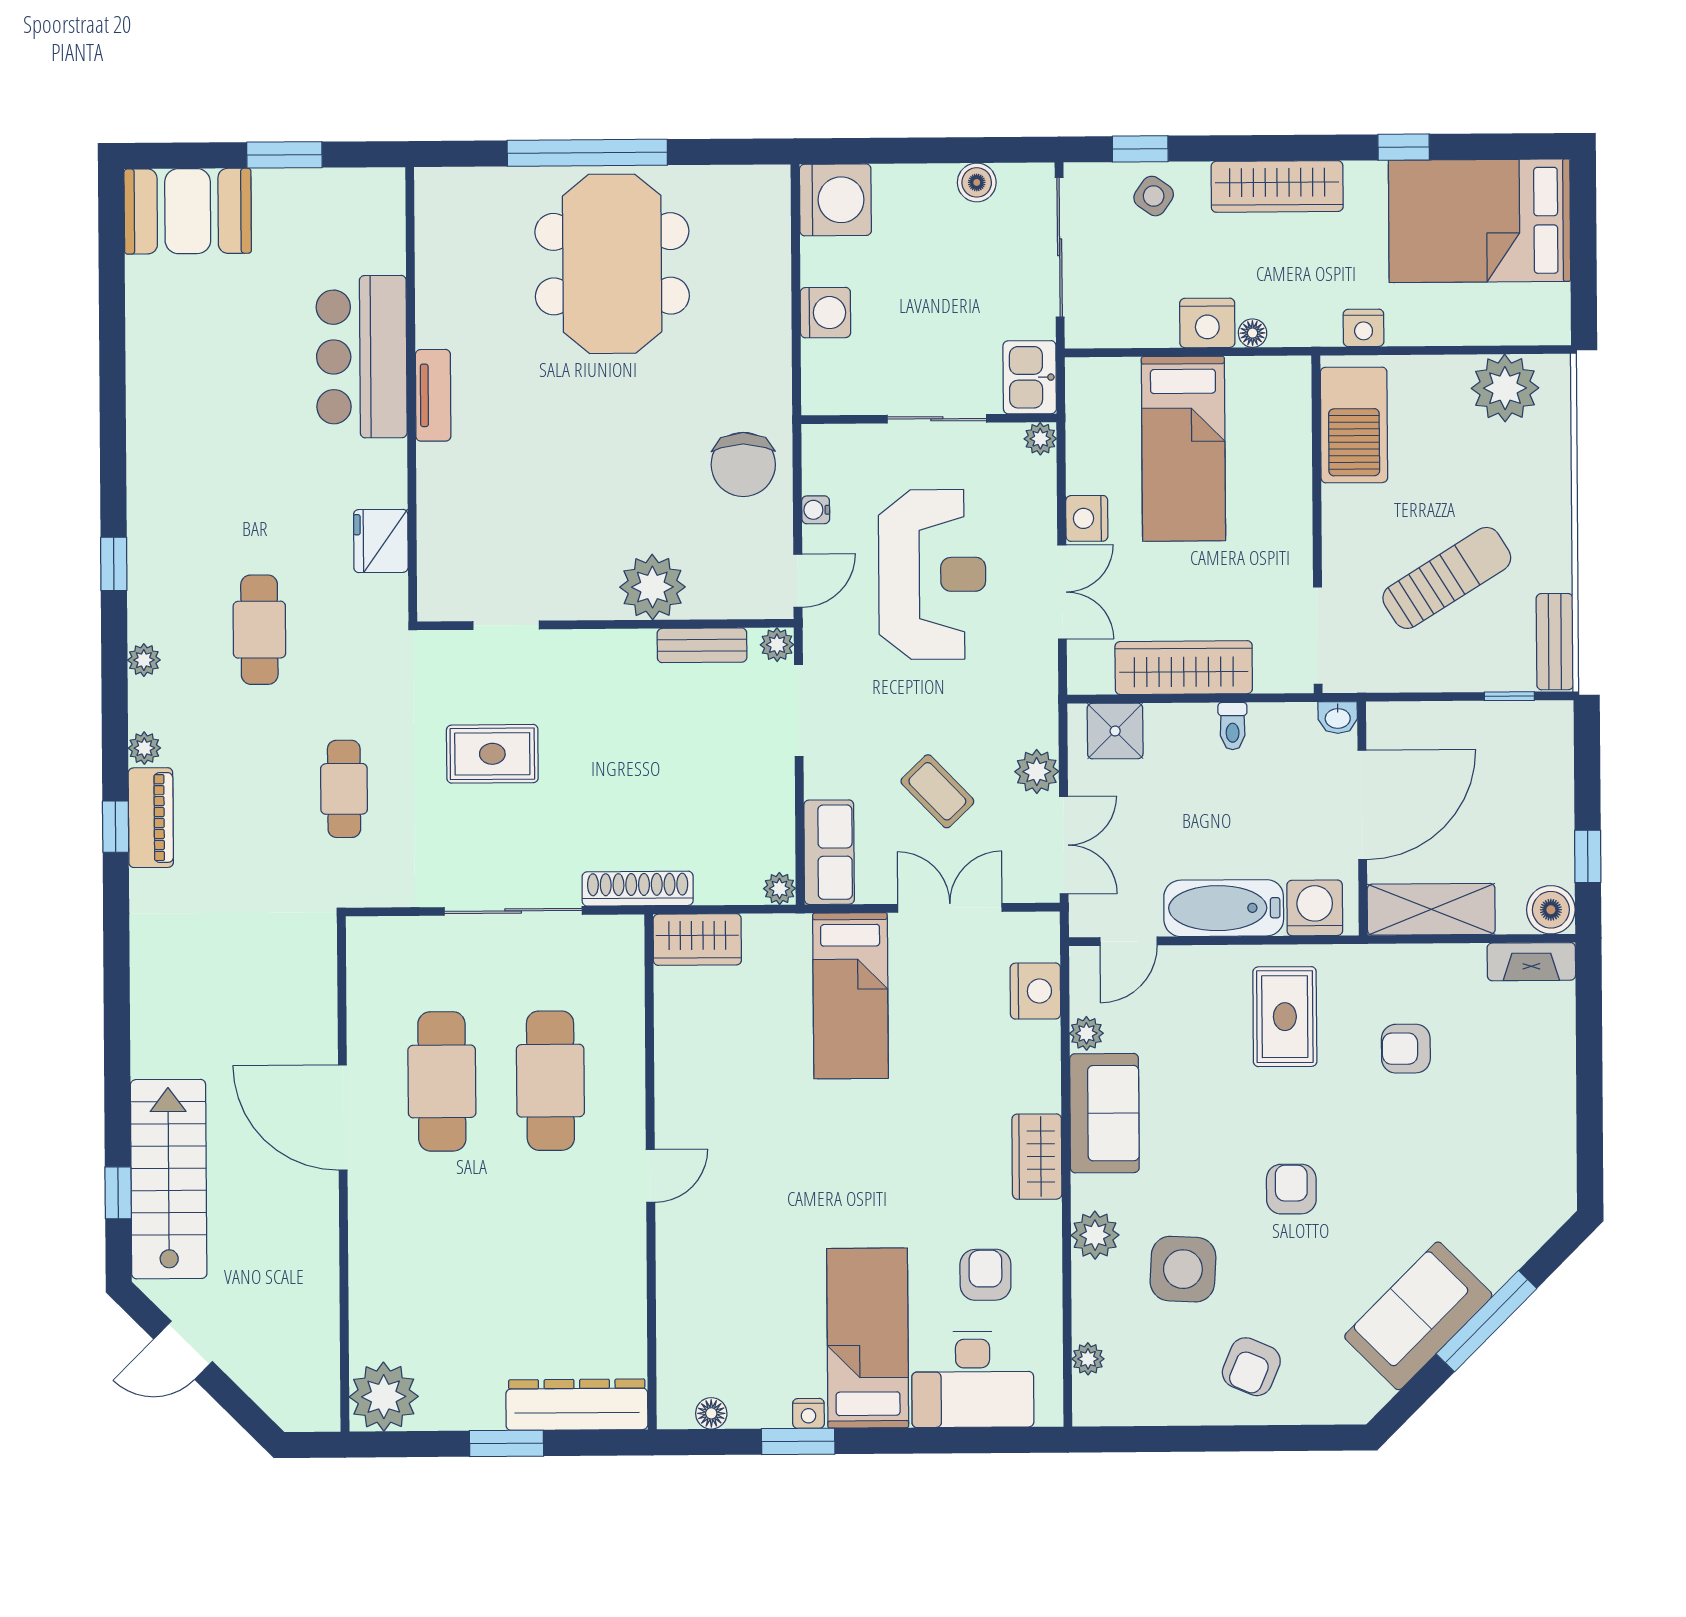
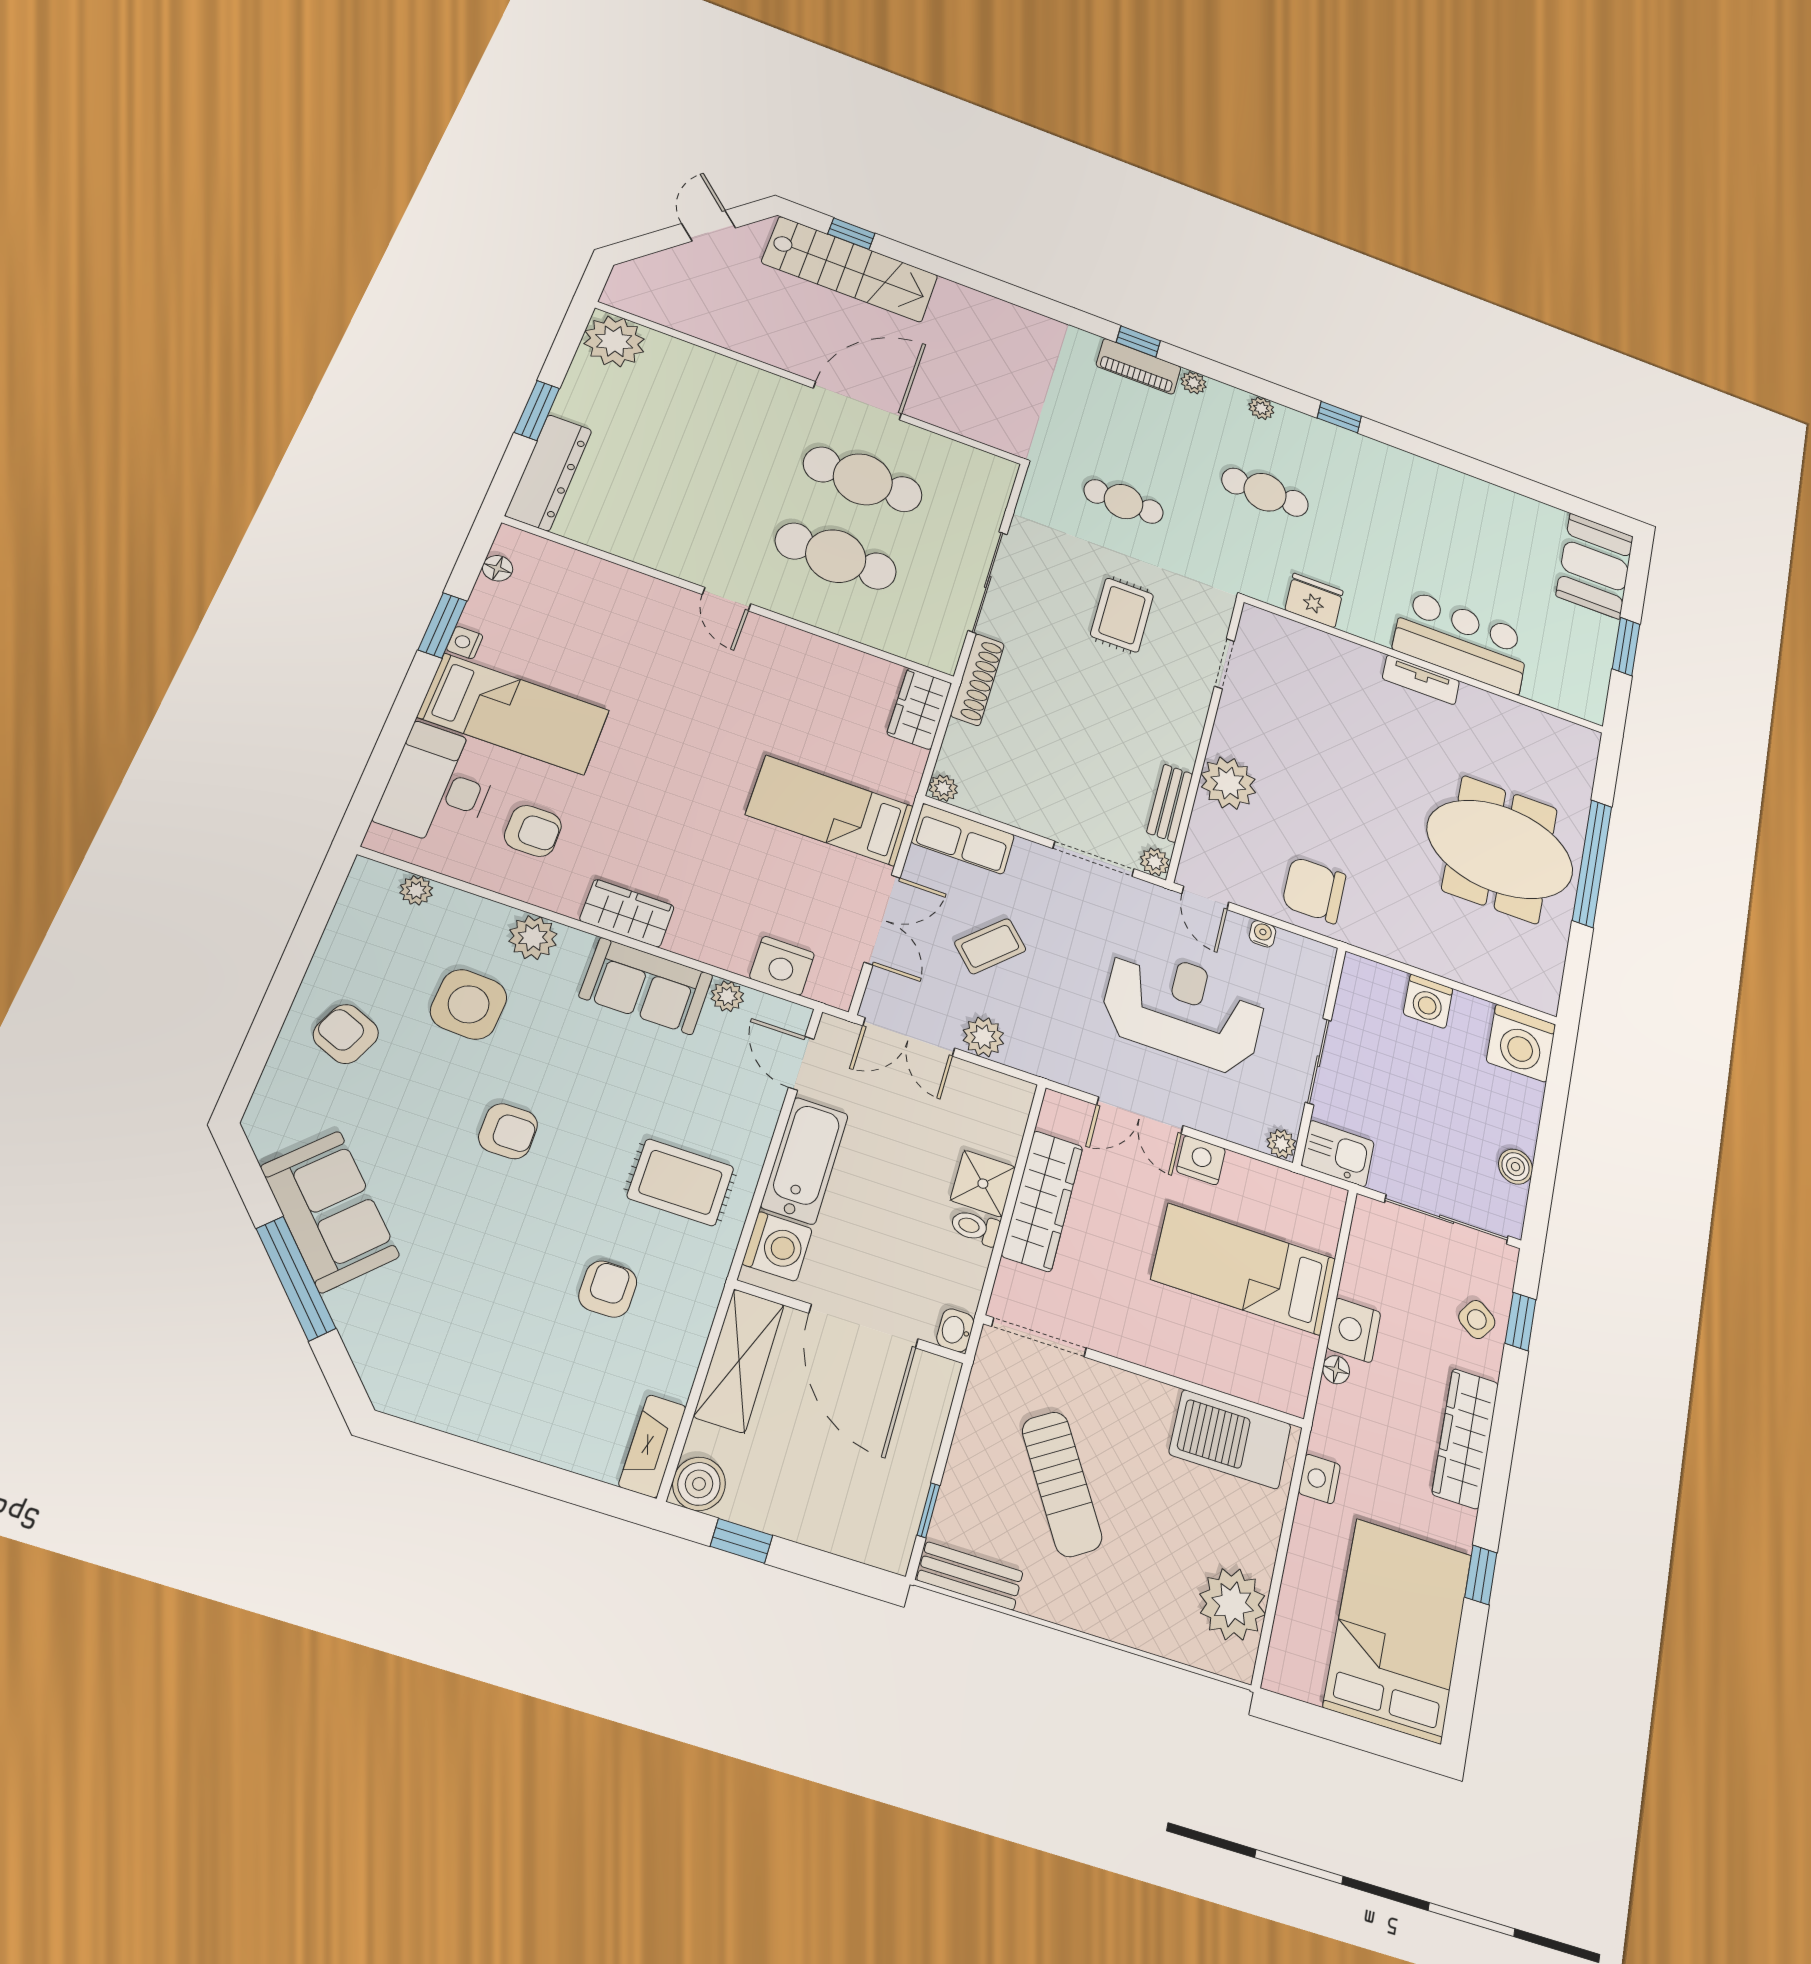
reception desk: (932, 574) -> (1183, 1010), turned 180
shower: (1115, 731) -> (983, 1184), moved

